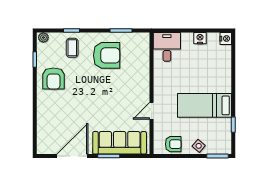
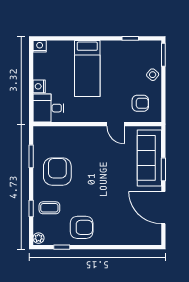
nightstand: (200, 38) -> (39, 86), moved
bed: (205, 105) -> (87, 68), moved
armchair: (173, 144) -> (140, 103), moved, turned 90

